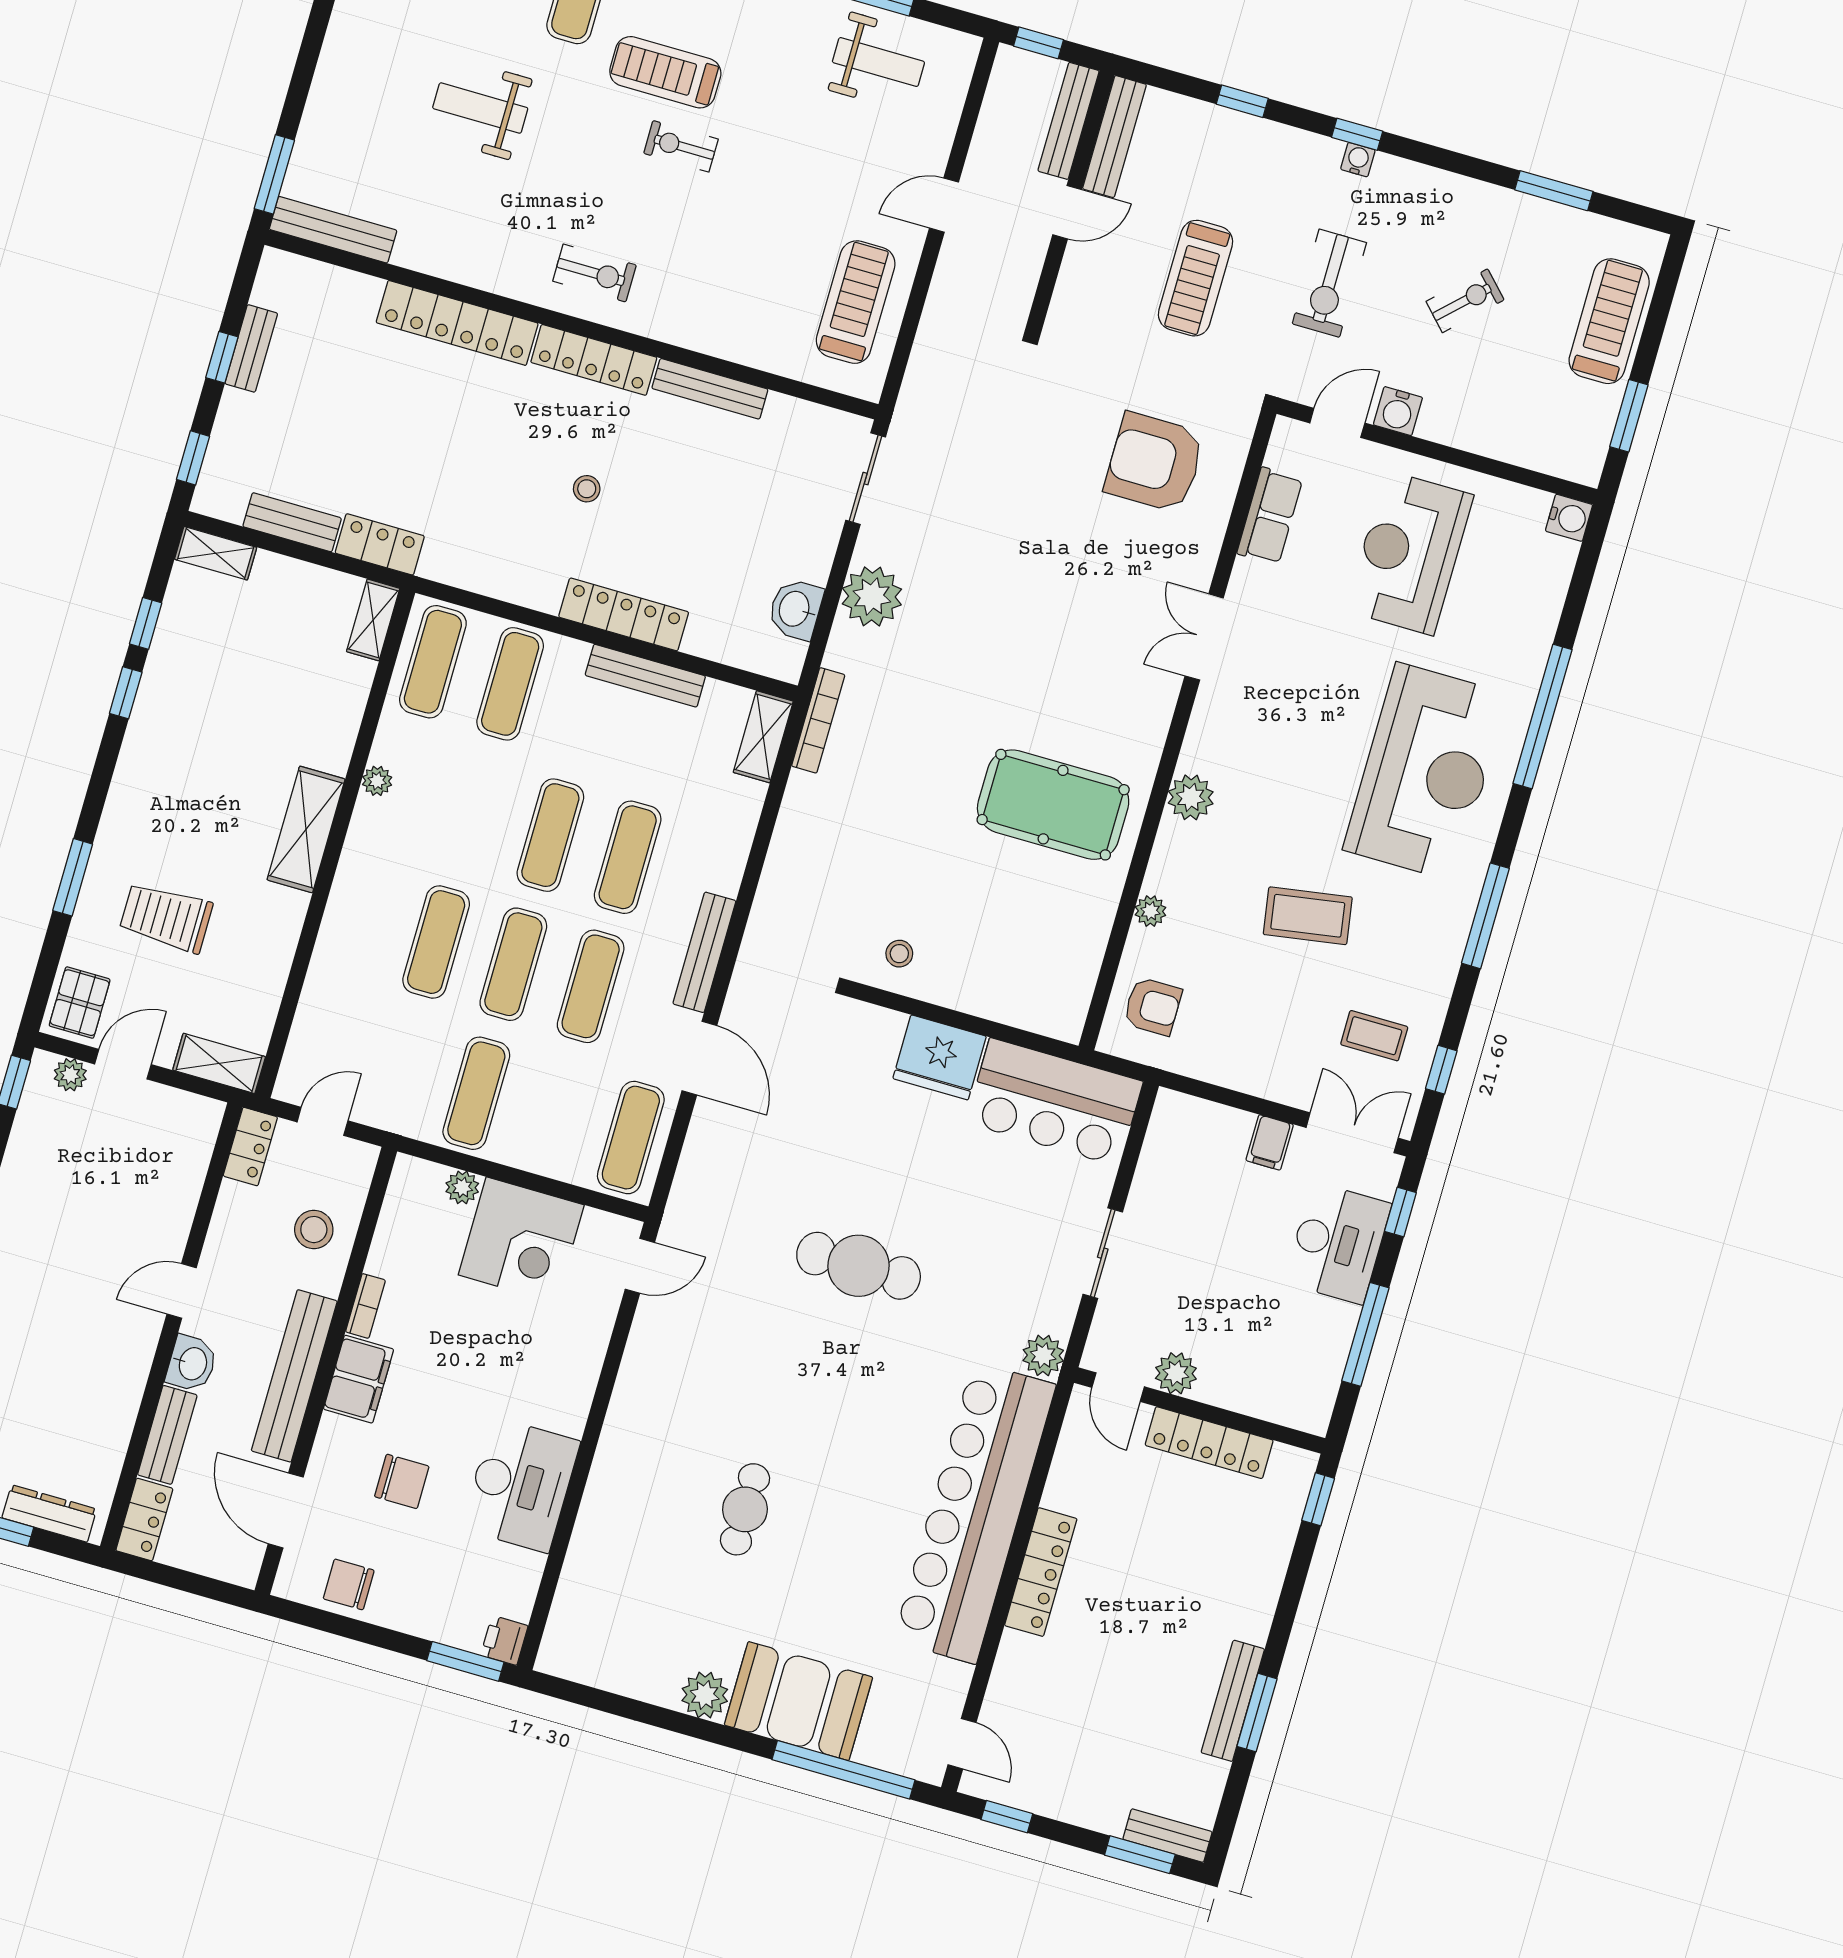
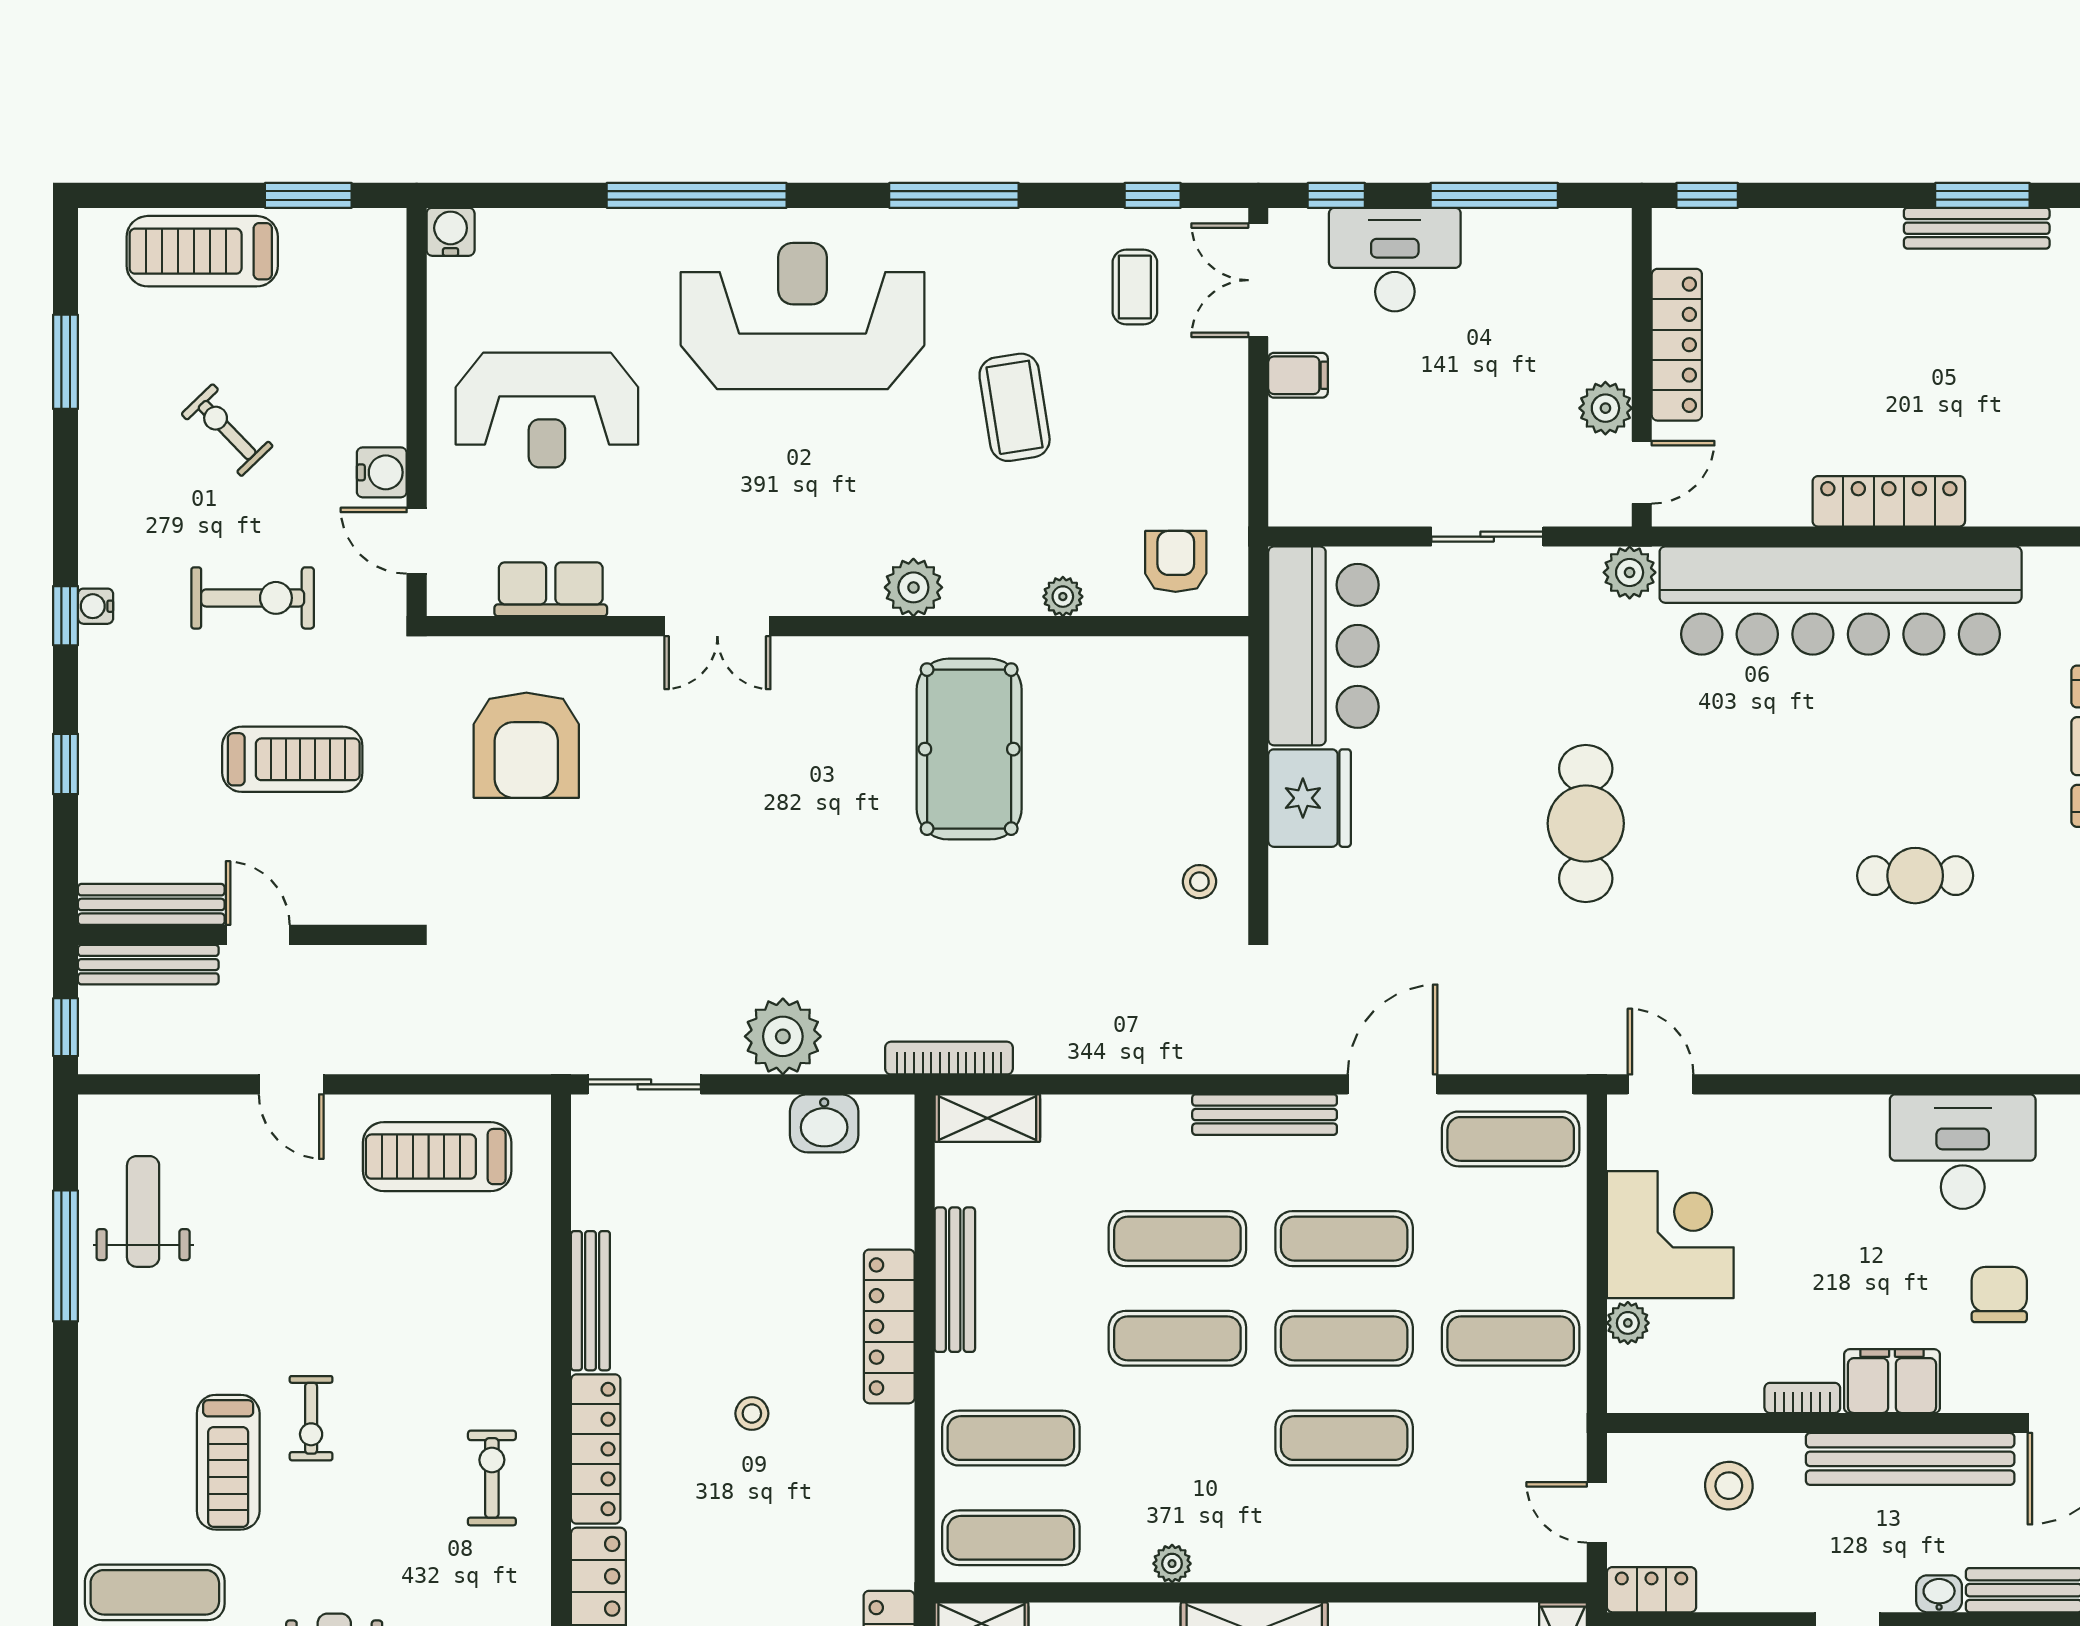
washbasin: (192, 1363) -> (1939, 1594), width x0.72, depth x0.69

